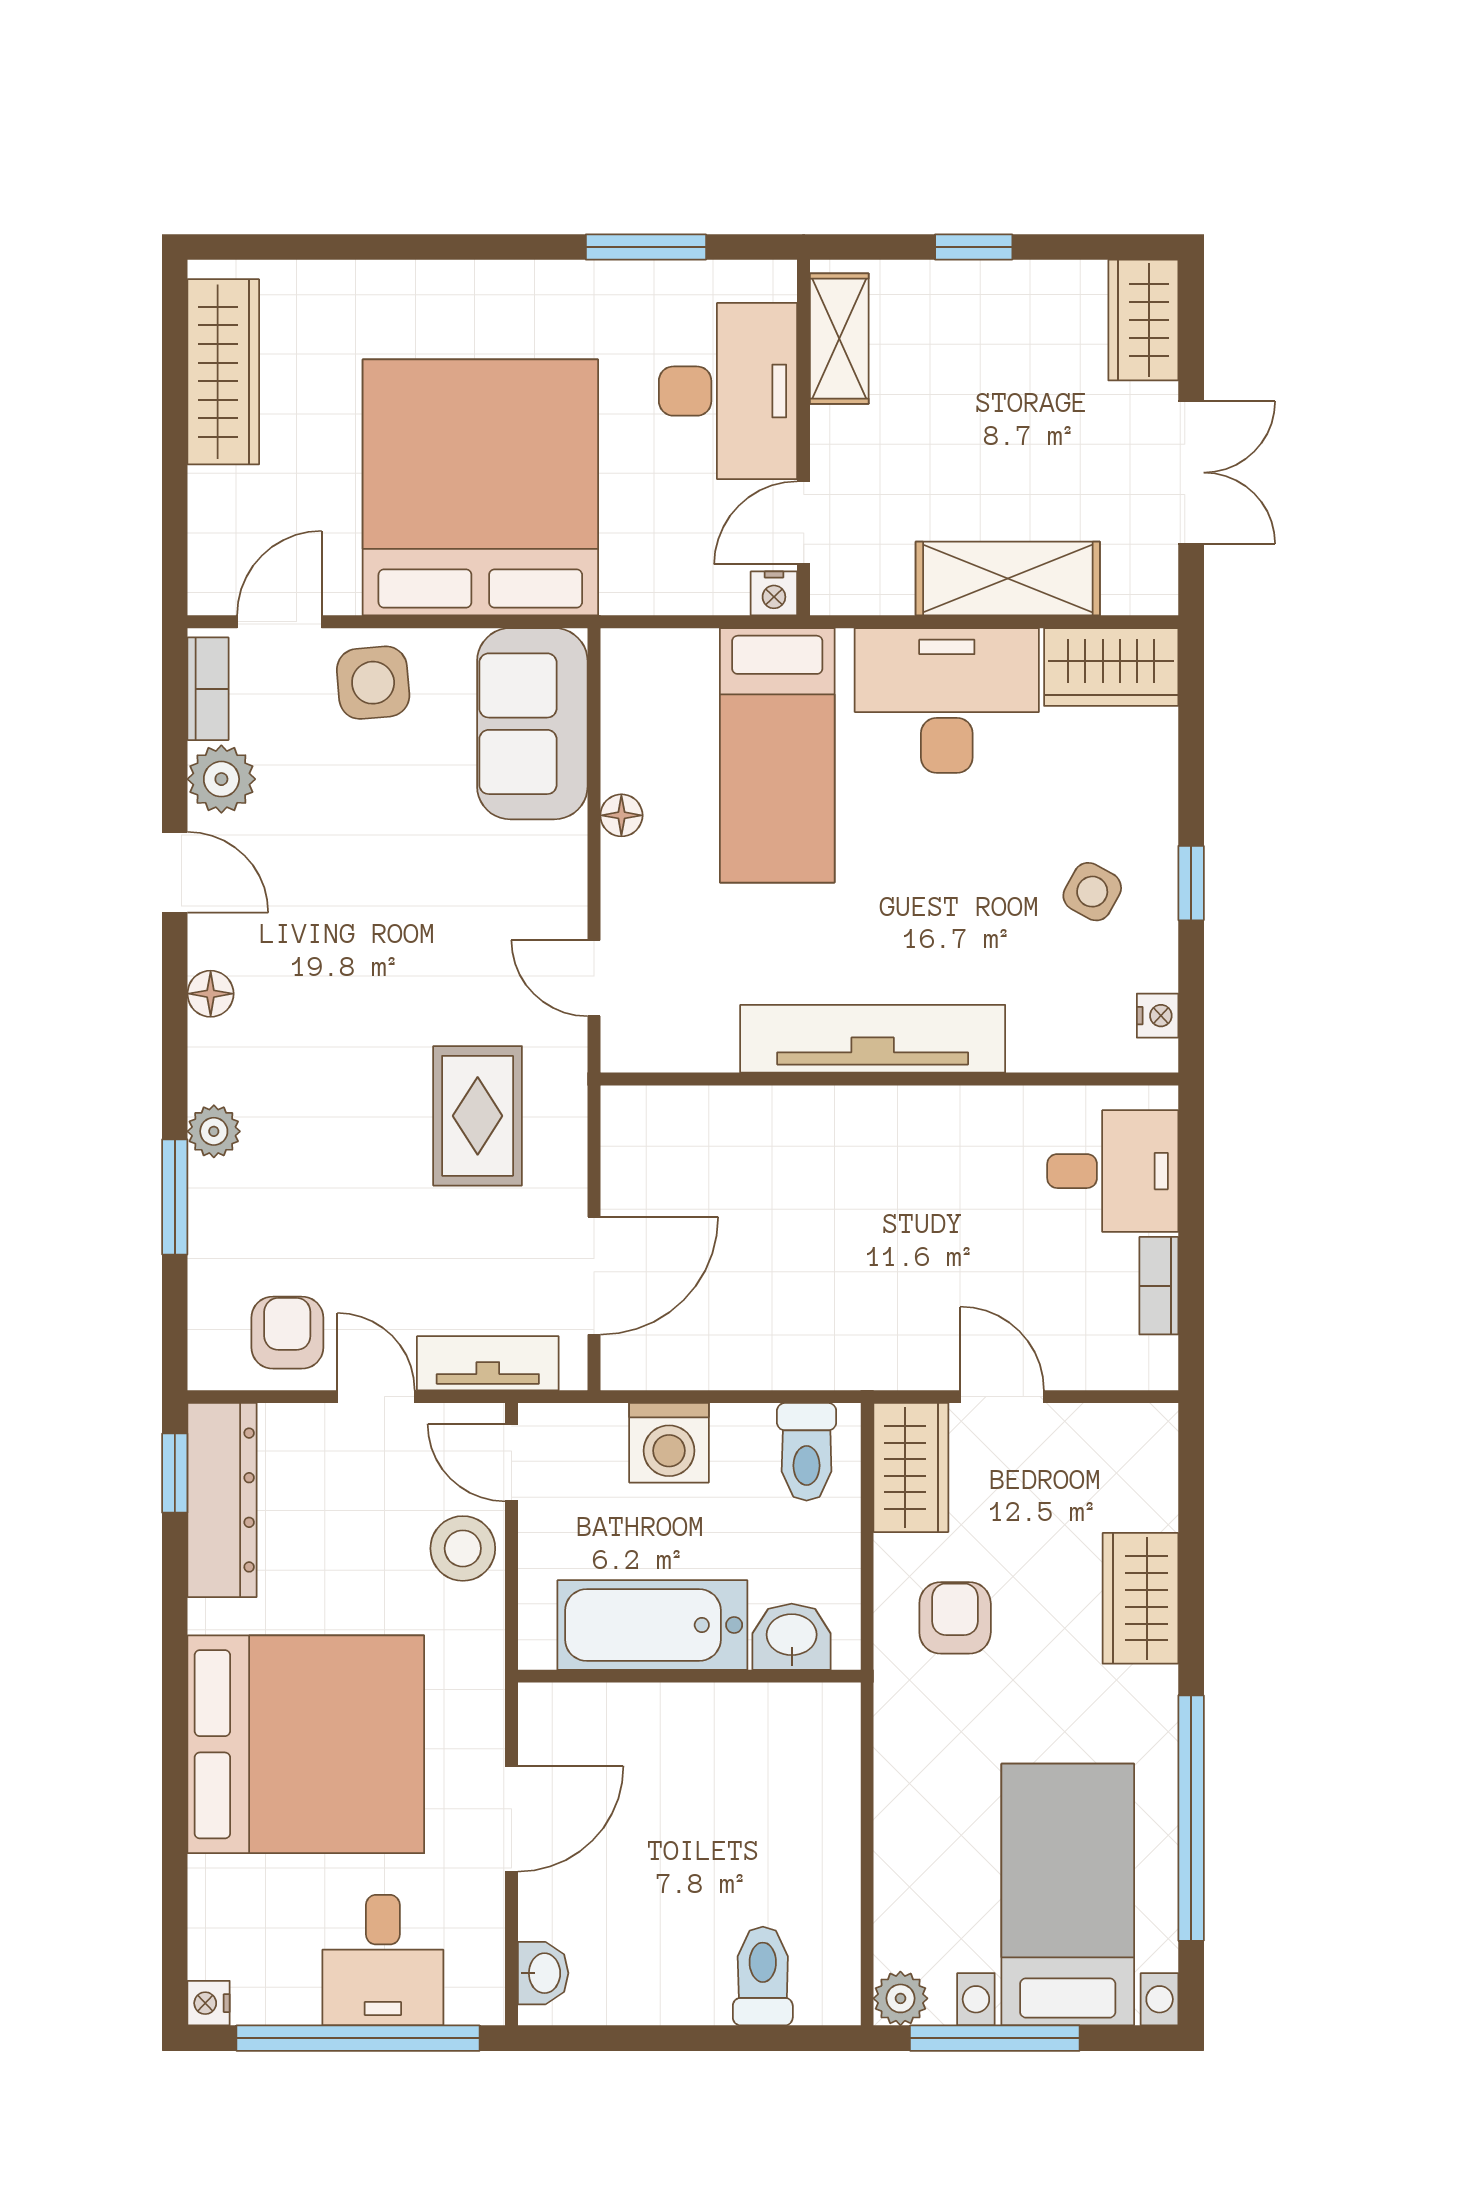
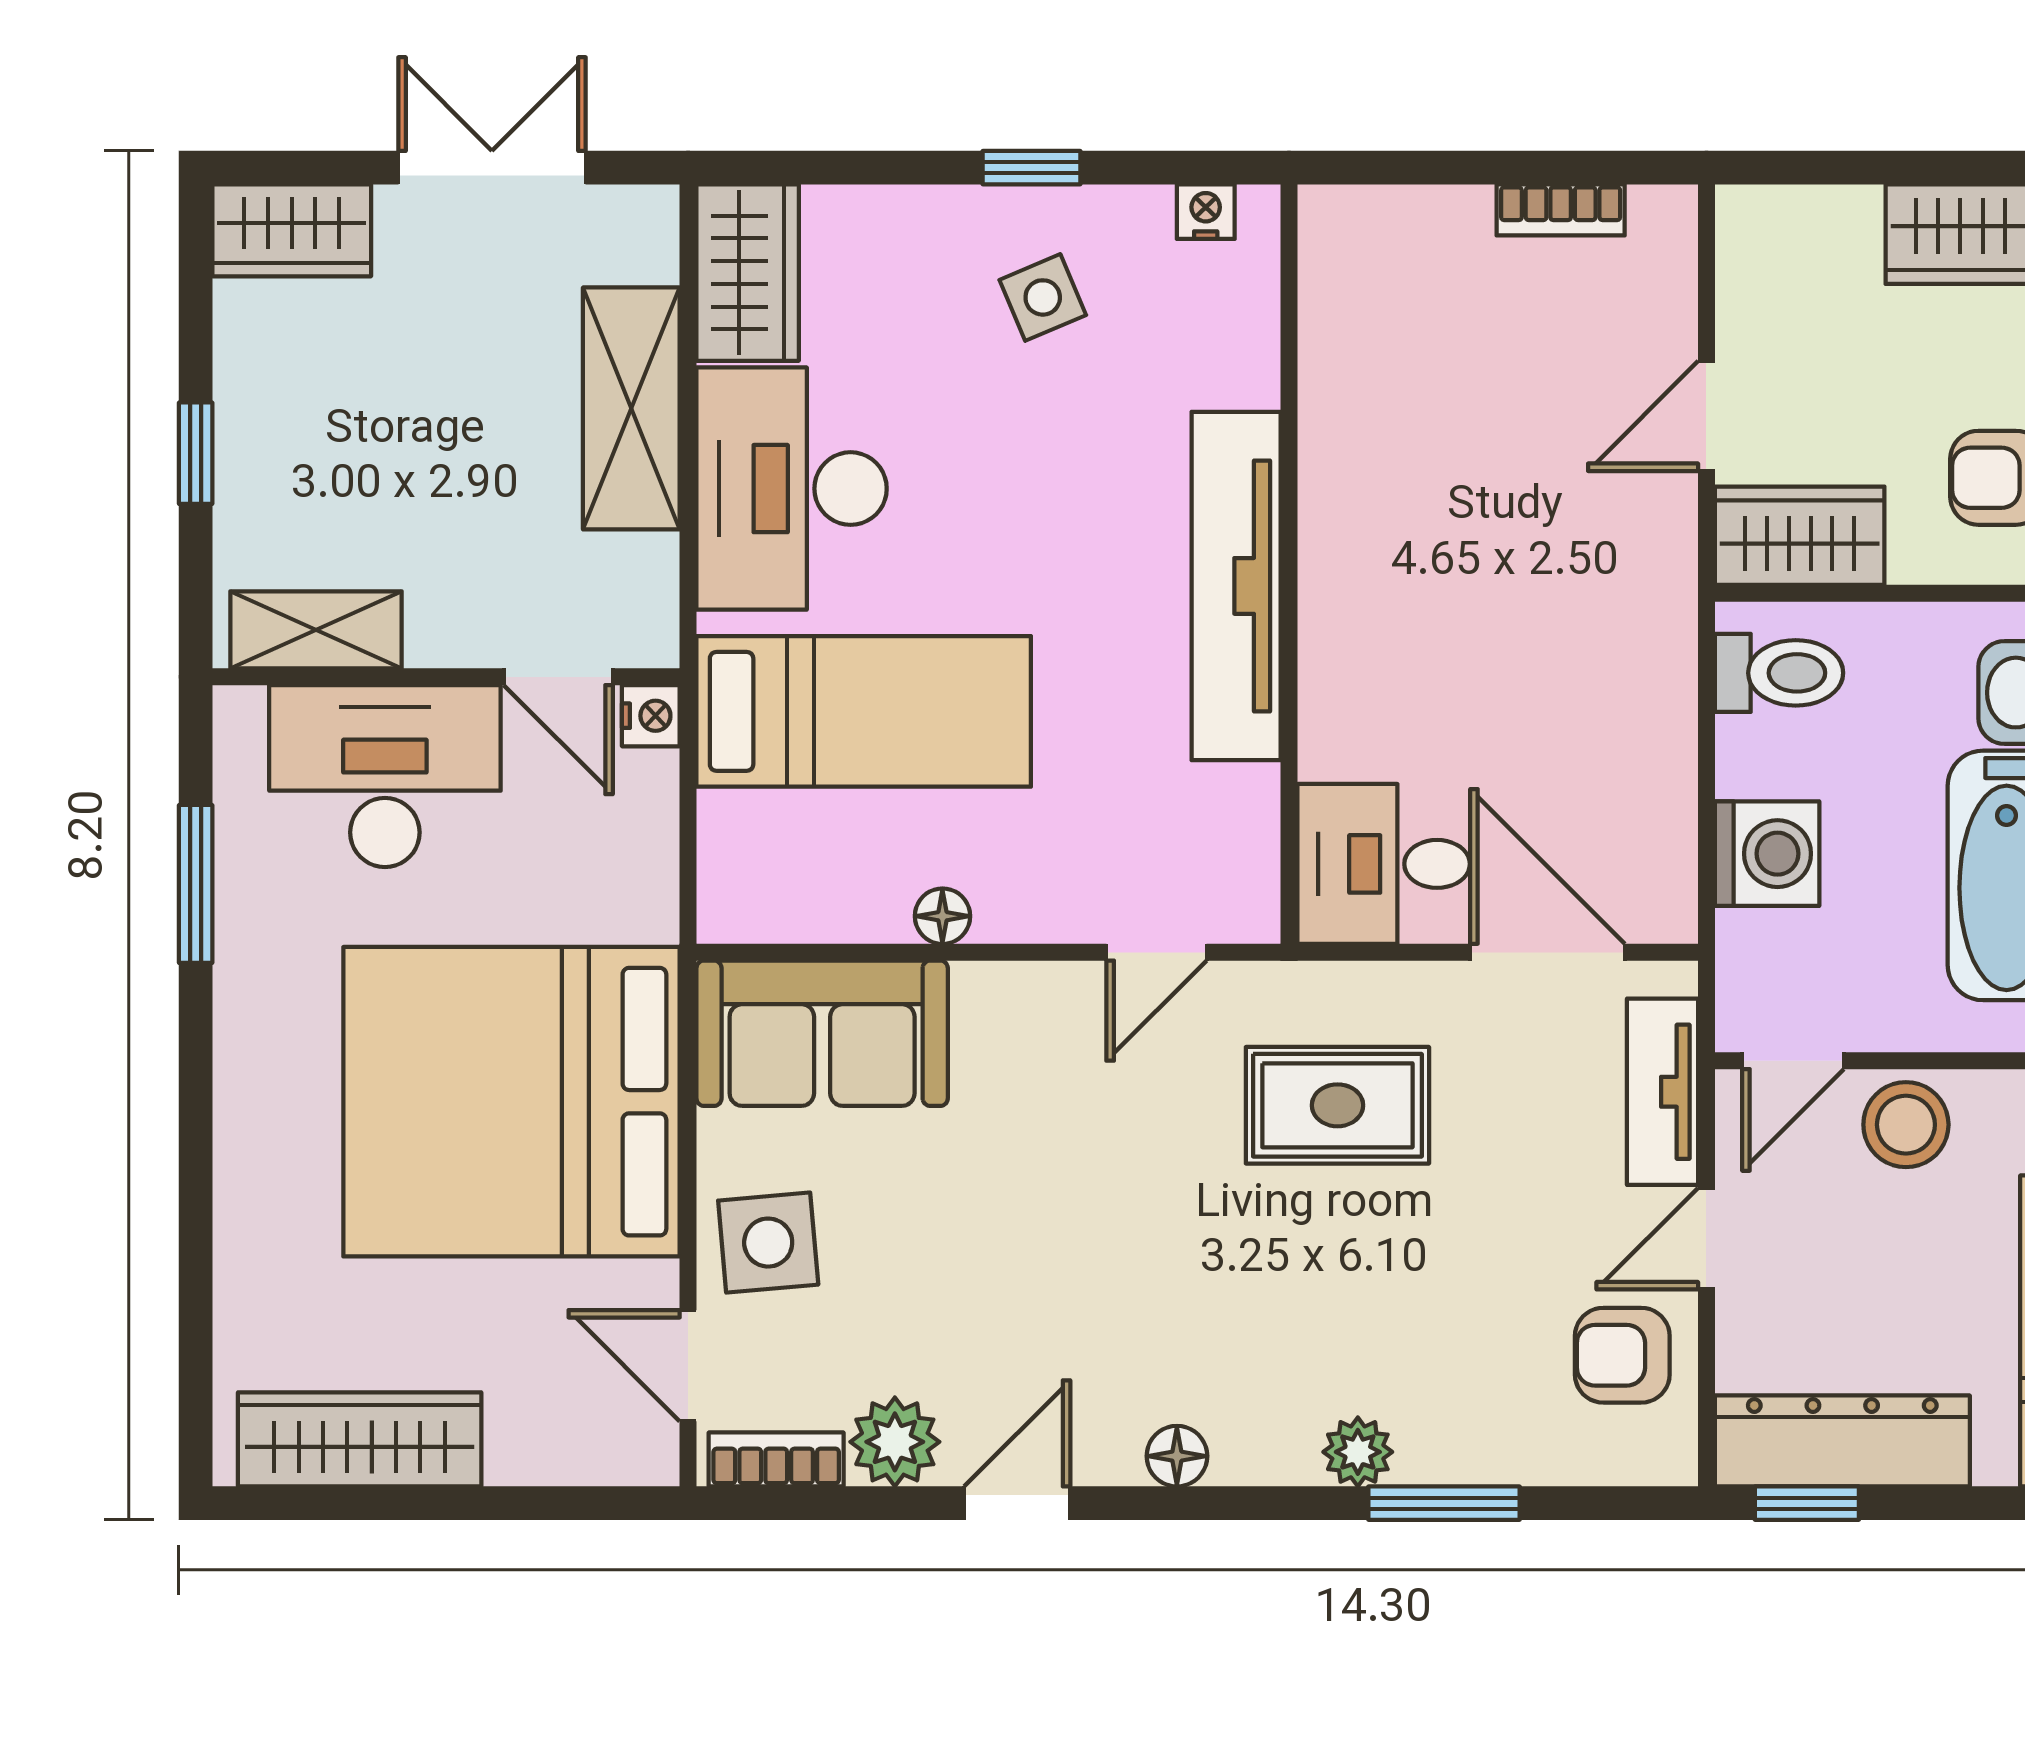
side table: (1092, 892) -> (1043, 297), turned 38
desk: (1113, 1171) -> (1384, 864), moved, turned -90

